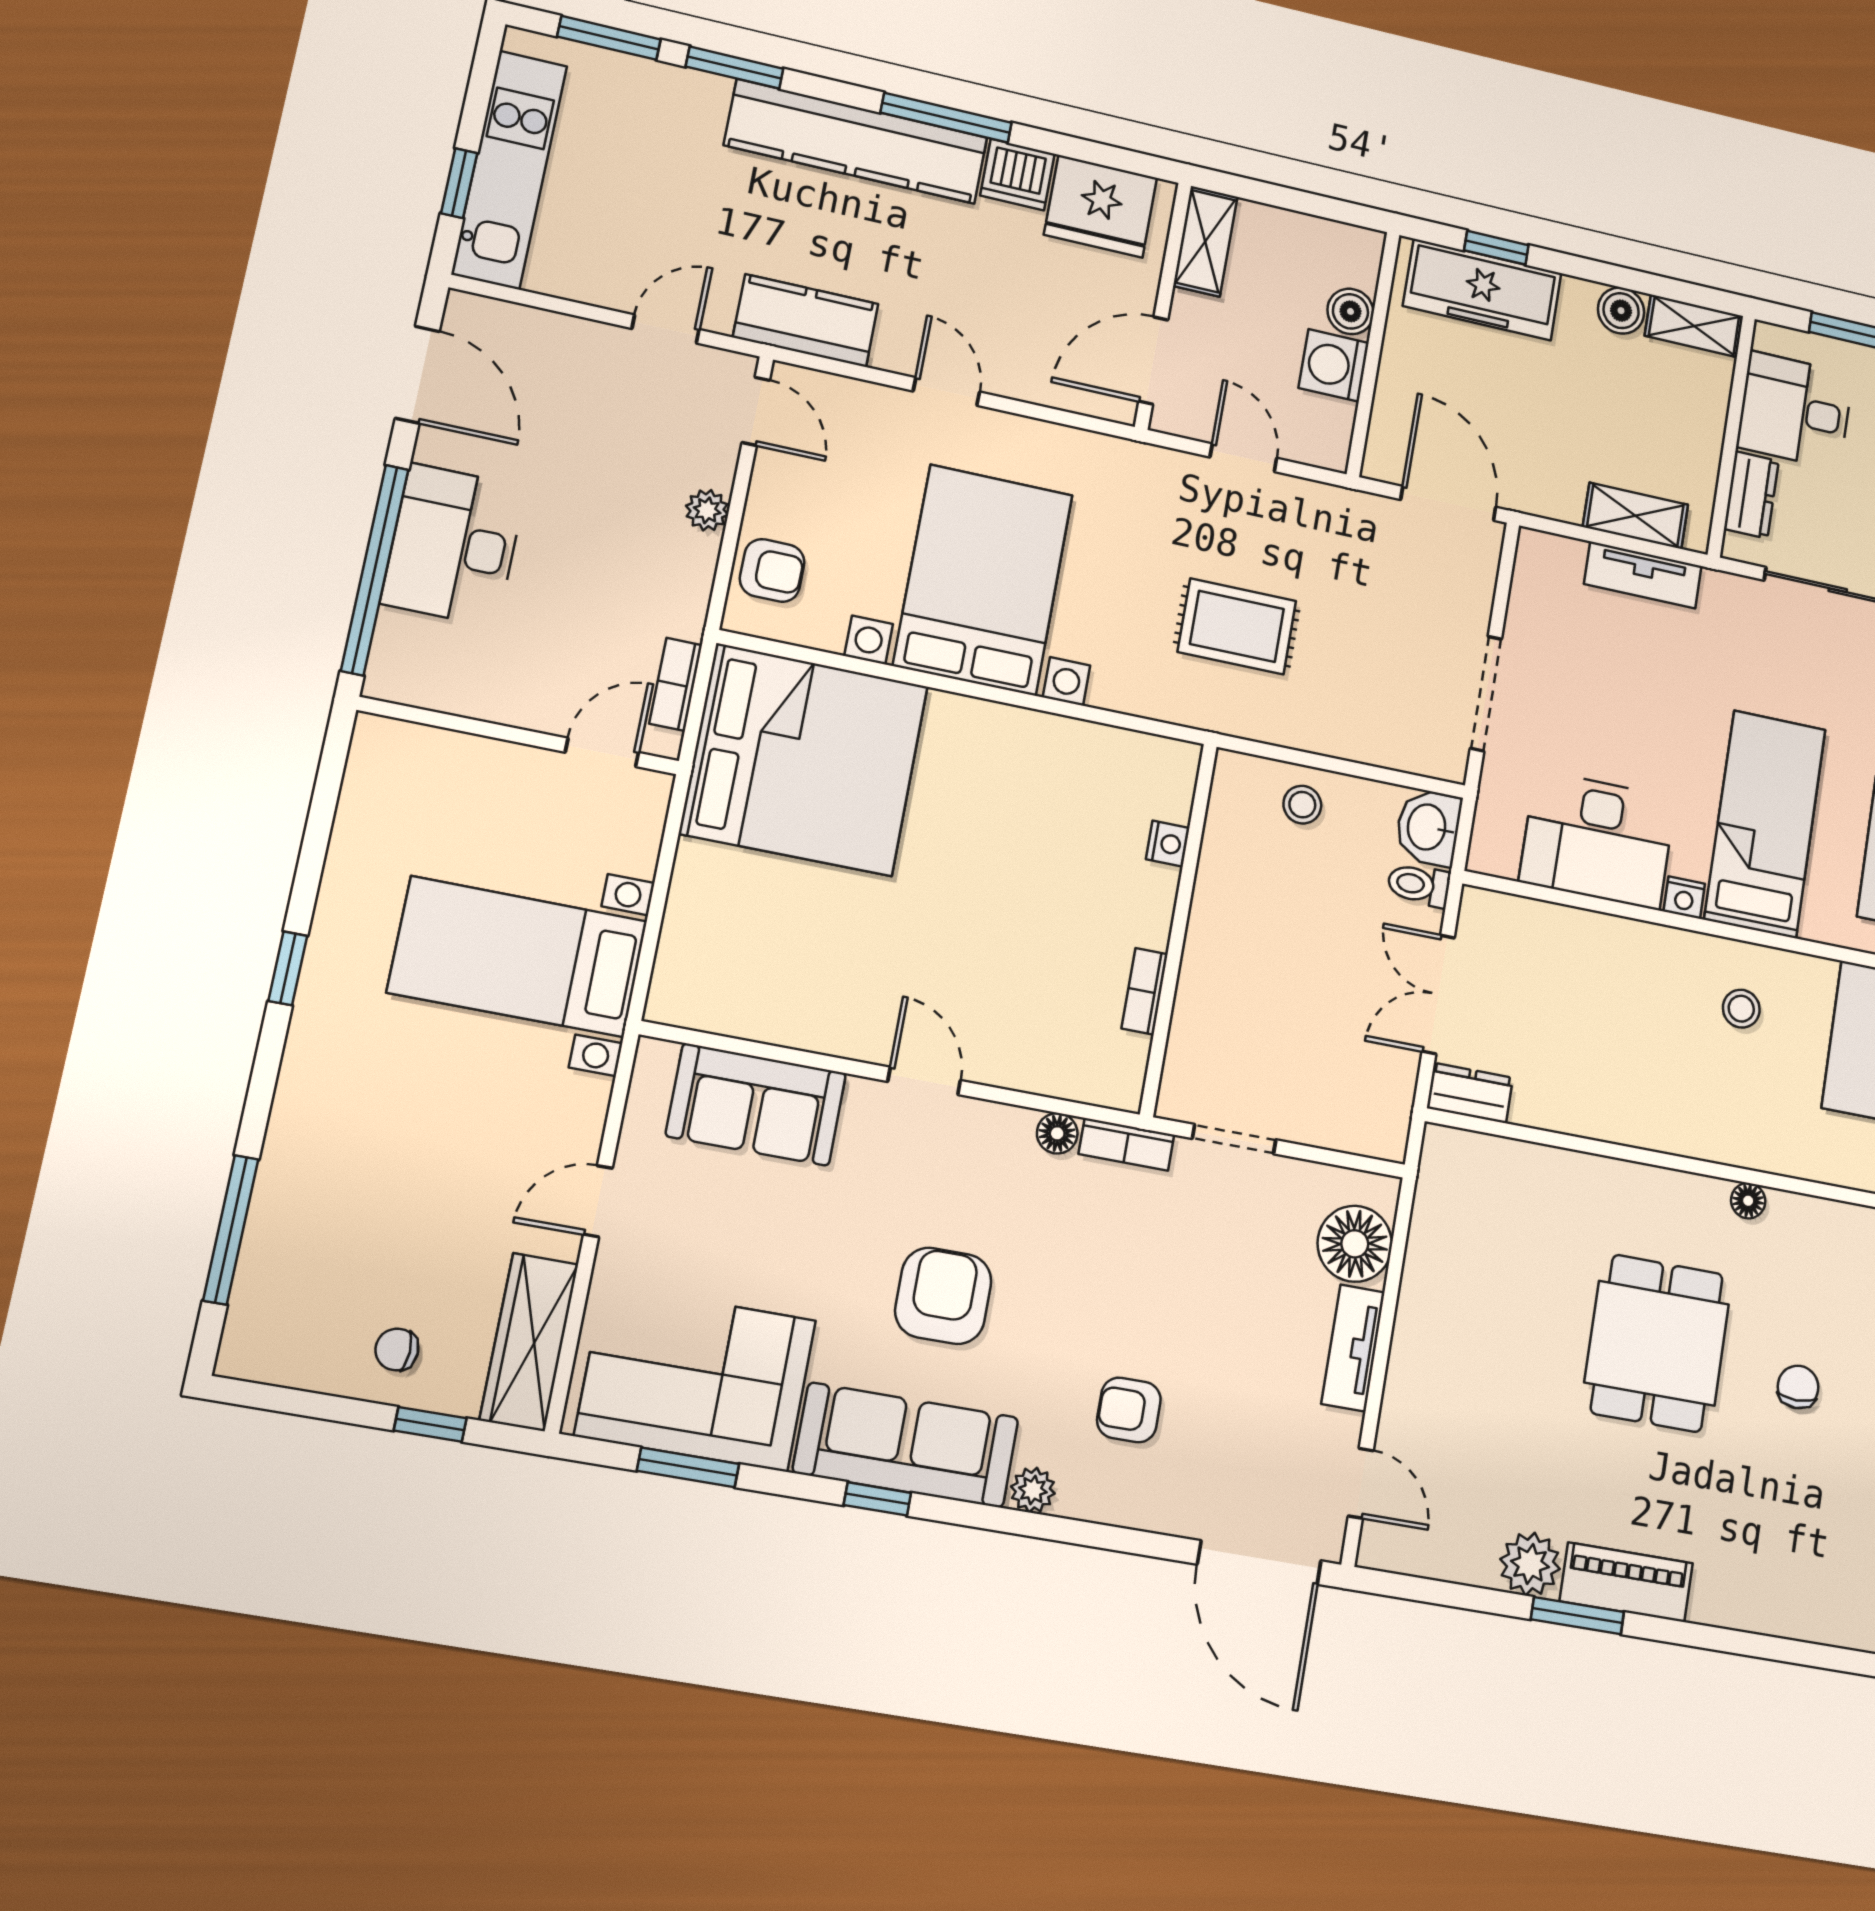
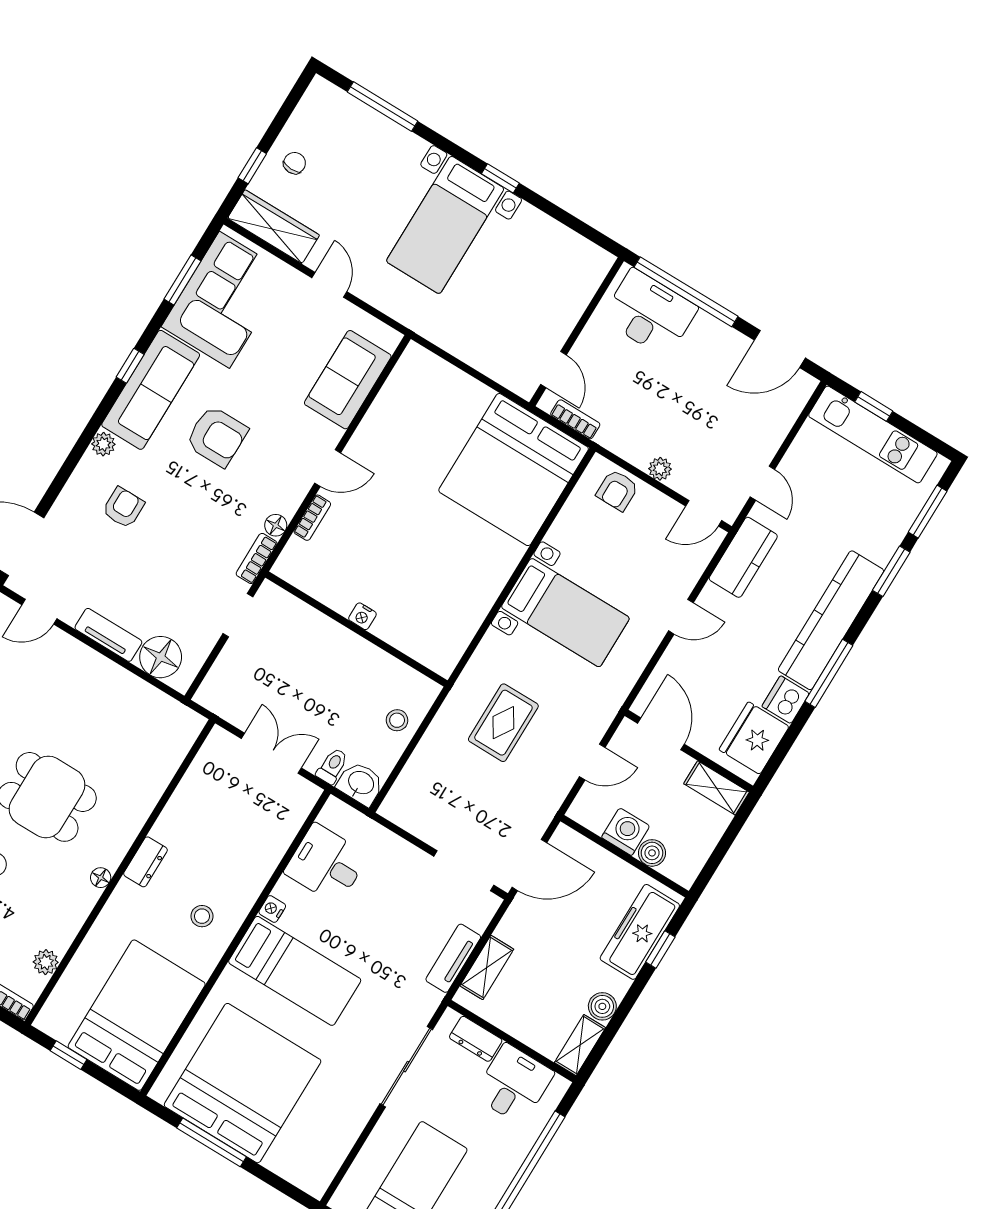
desk: (453, 545) -> (650, 313), moved
bed with nightstands: (983, 580) -> (565, 613), width x0.73
doorway: (1486, 694) -> (464, 871), moved
desk: (1598, 840) -> (326, 864), width x0.73
nightstand: (1168, 844) -> (362, 616), moved
bed with nightstands: (518, 957) -> (445, 225), moved, turned 180
bookcase: (1145, 991) -> (312, 518), moved, turned 90
dresser: (1470, 1093) -> (145, 862), moved

